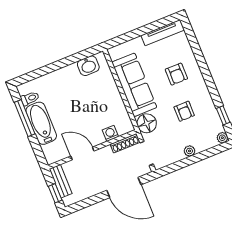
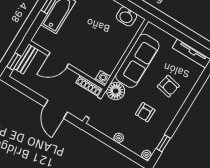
armchair: (176, 74) -> (168, 86), turned -78
washing machine: (110, 133) -> (103, 78), moved
door: (82, 153) -> (58, 60), swing flipped
door: (124, 188) -> (56, 109), width x0.73

